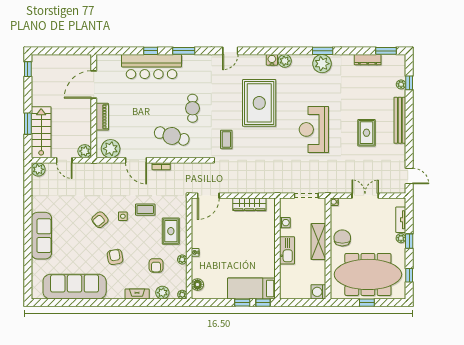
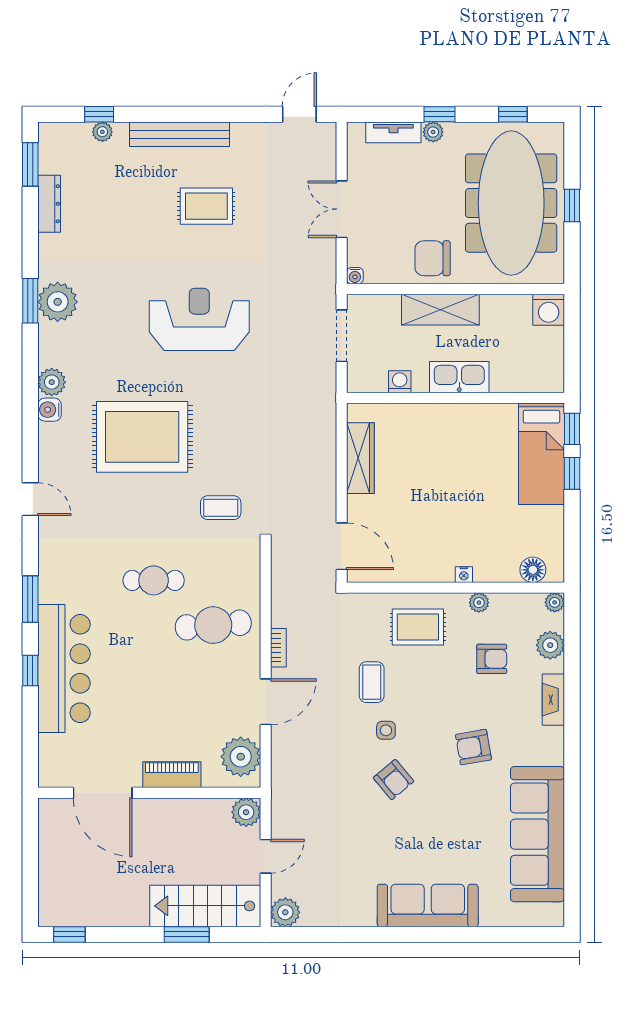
reception desk: (314, 129) -> (199, 319), turned 180
cafe table: (172, 136) -> (213, 625), turned 69

